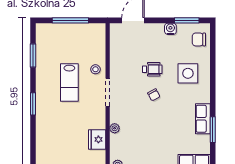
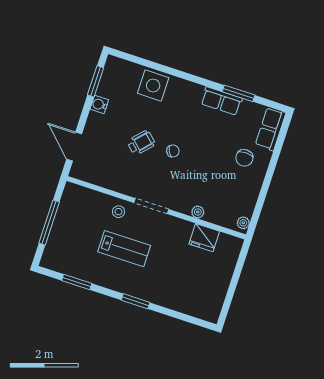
chair: (199, 39) -> (244, 158), moved
wheelchair: (152, 69) -> (141, 143), turned 43
side table: (188, 73) -> (153, 85), moved

